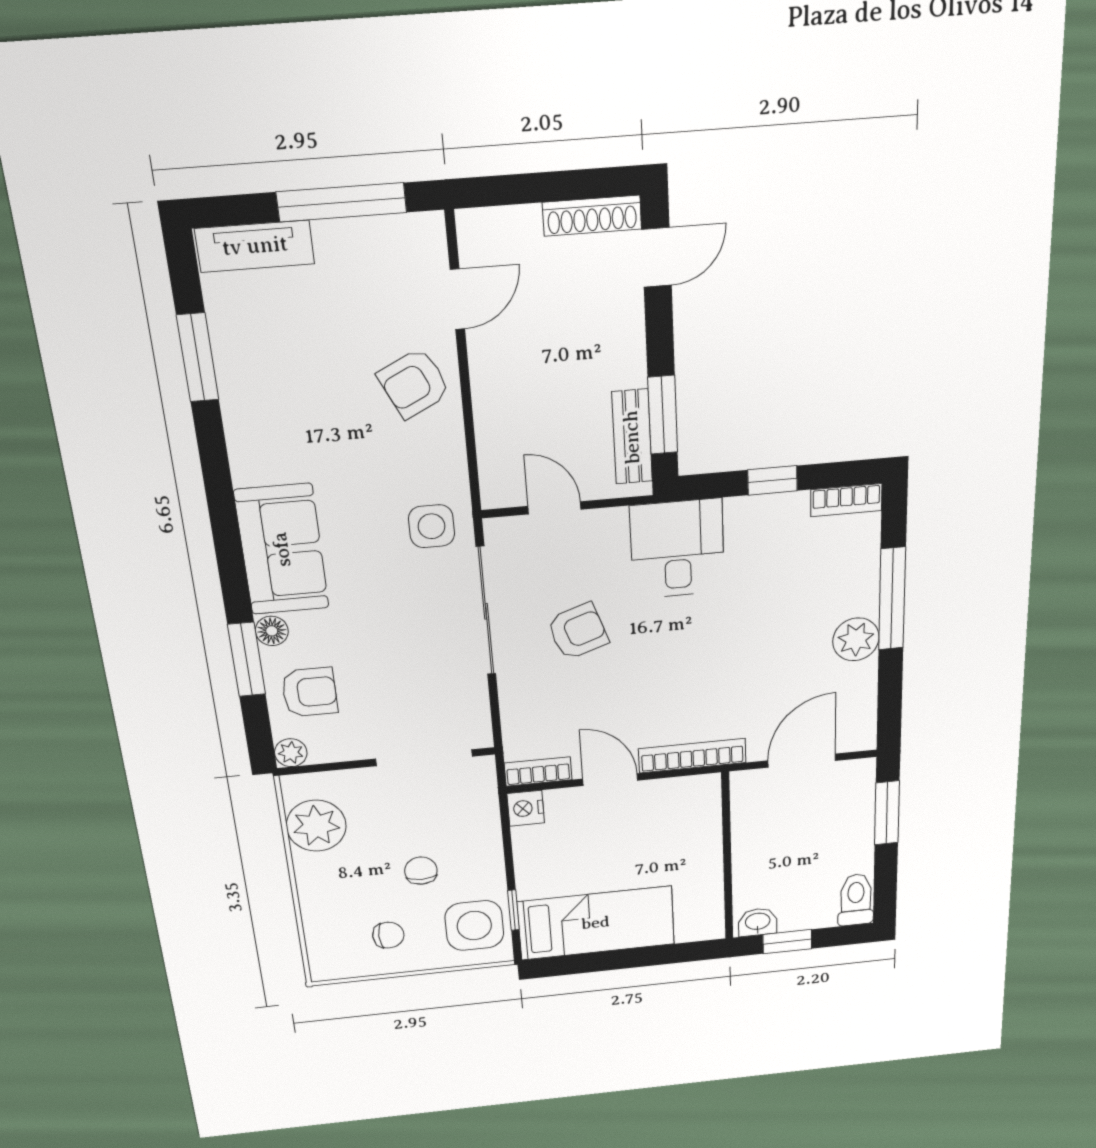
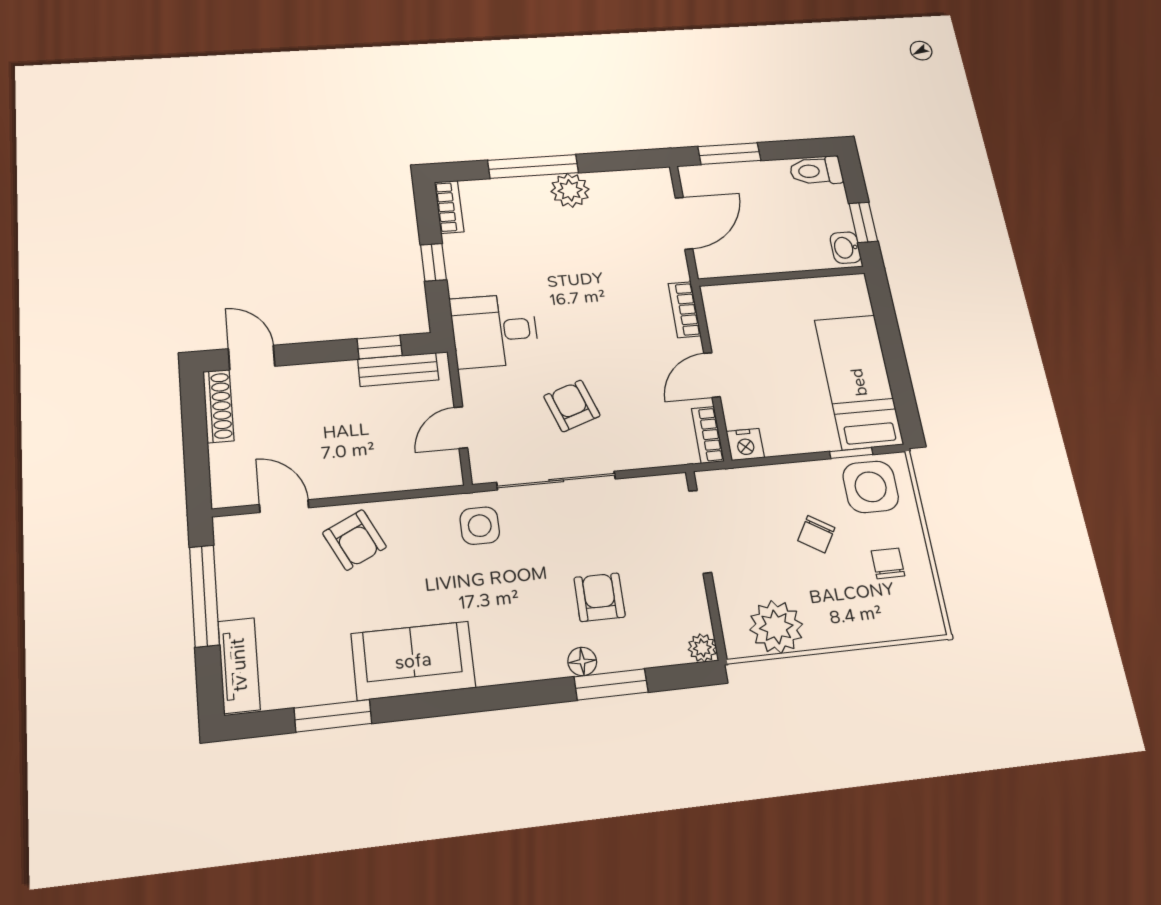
window: (663, 415) -> (380, 347), width x0.67
sofa: (282, 549) -> (413, 661), moved
armchair: (310, 692) -> (600, 597), moved
bookcase: (692, 756) -> (685, 310), width x0.64
door: (802, 761) -> (684, 223), swing flipped
chair: (421, 871) -> (816, 534), turned -58

